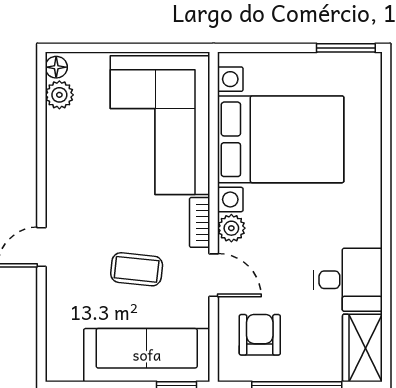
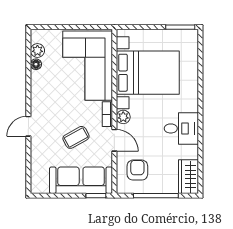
floor lamp: (56, 67) -> (36, 64), moved
coffee table: (137, 269) -> (76, 137), turned -35
desk: (348, 280) -> (181, 128), moved

